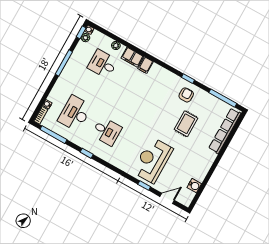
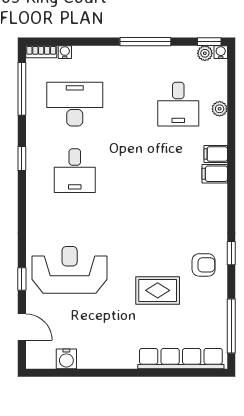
filing cabinet: (132, 57) -> (216, 154), width x0.50
desk: (103, 64) -> (178, 104), turned 180

